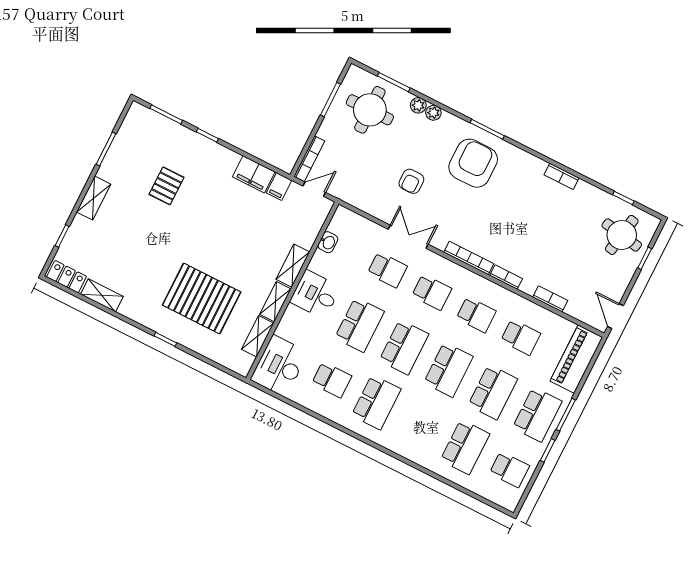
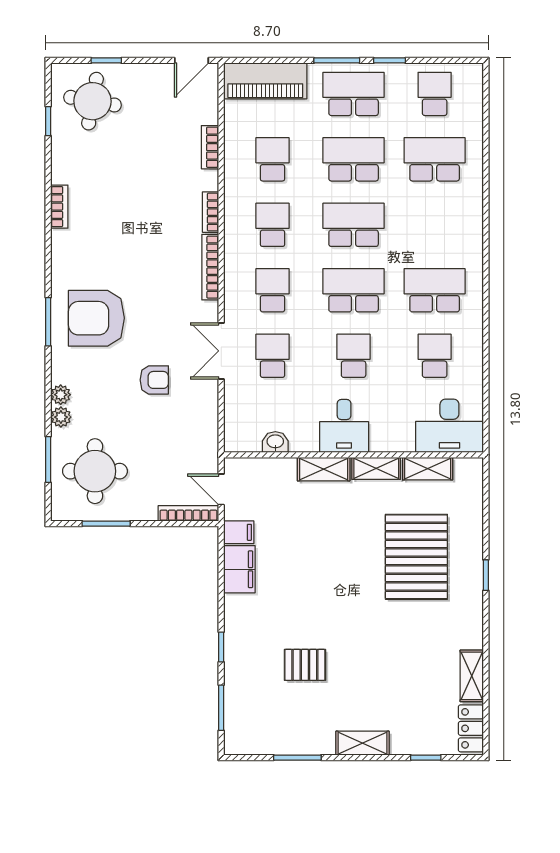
school desk: (359, 325) -> (354, 356), width x0.54

